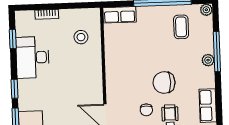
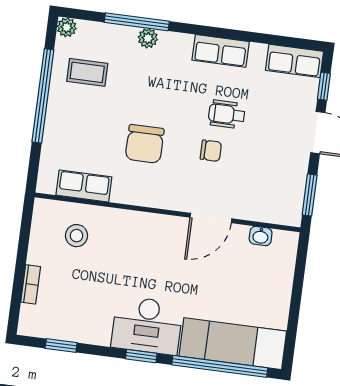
row of seats: (120, 15) -> (84, 186), moved, turned -90
desk: (33, 57) -> (147, 325), moved
chair: (164, 82) -> (145, 144), moved

